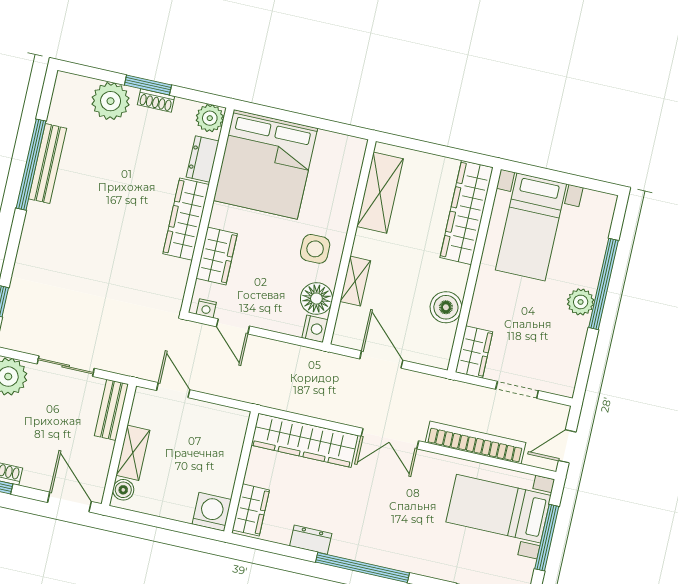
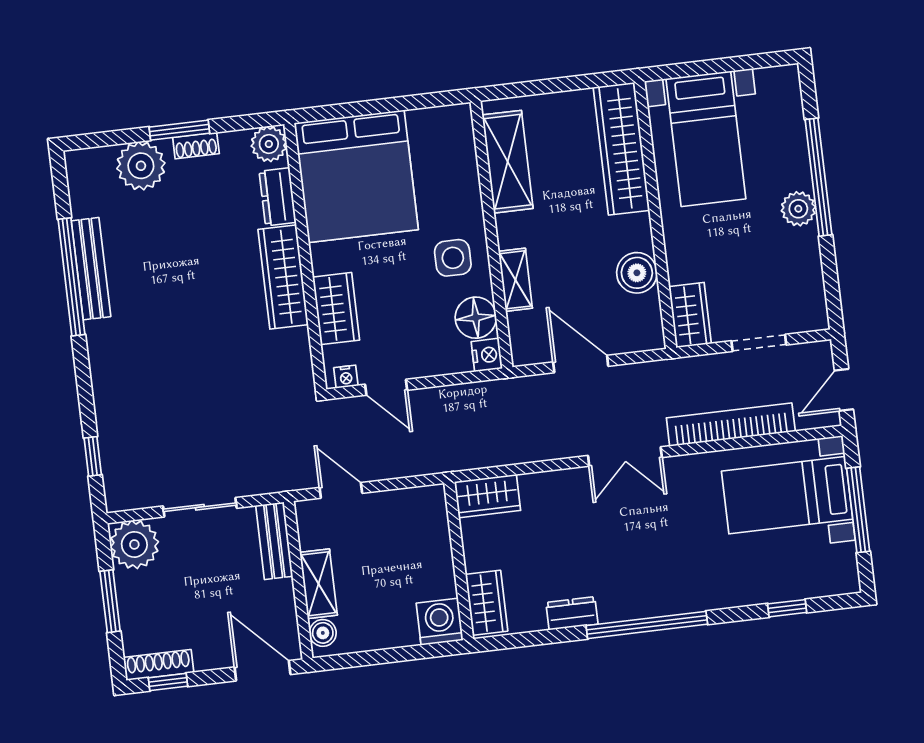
wardrobe: (305, 440) -> (487, 496), width x0.48, depth x0.85

